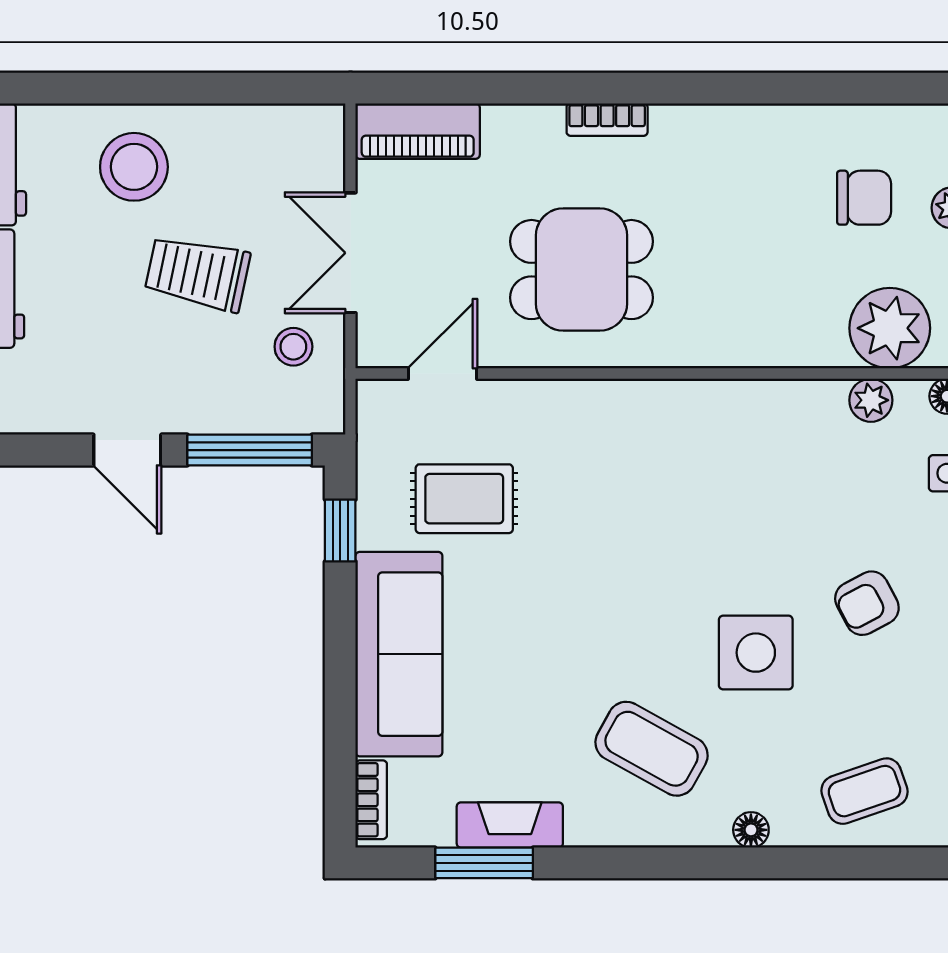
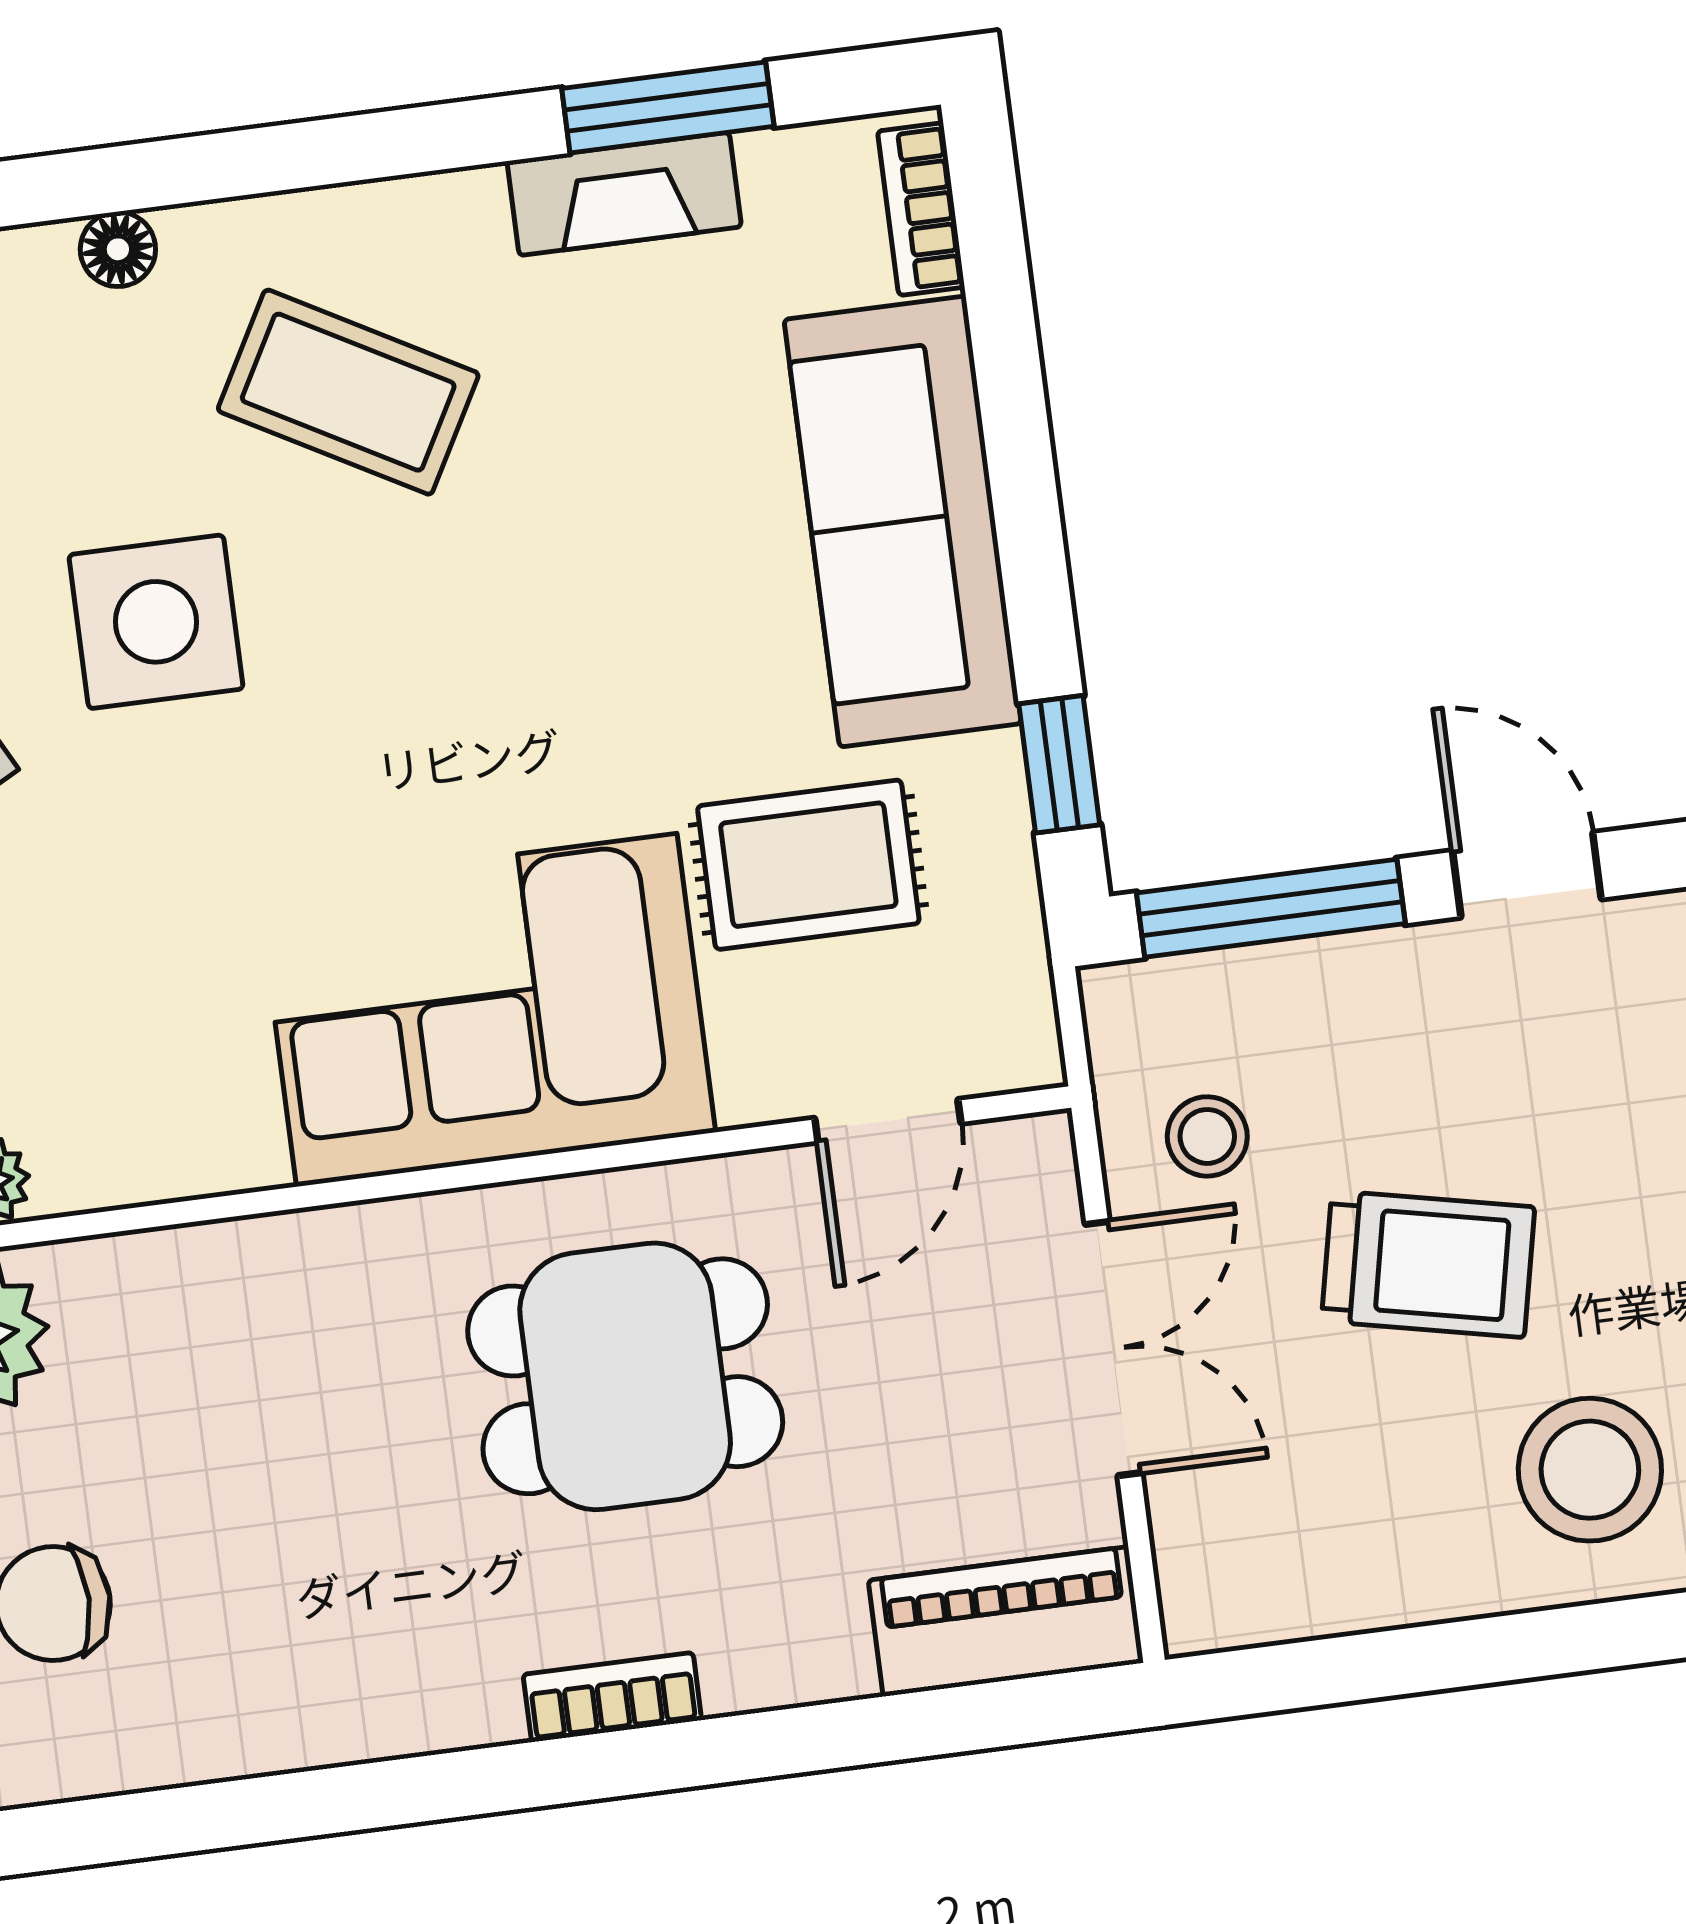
corner sofa: (624, 450) -> (487, 1010), added

